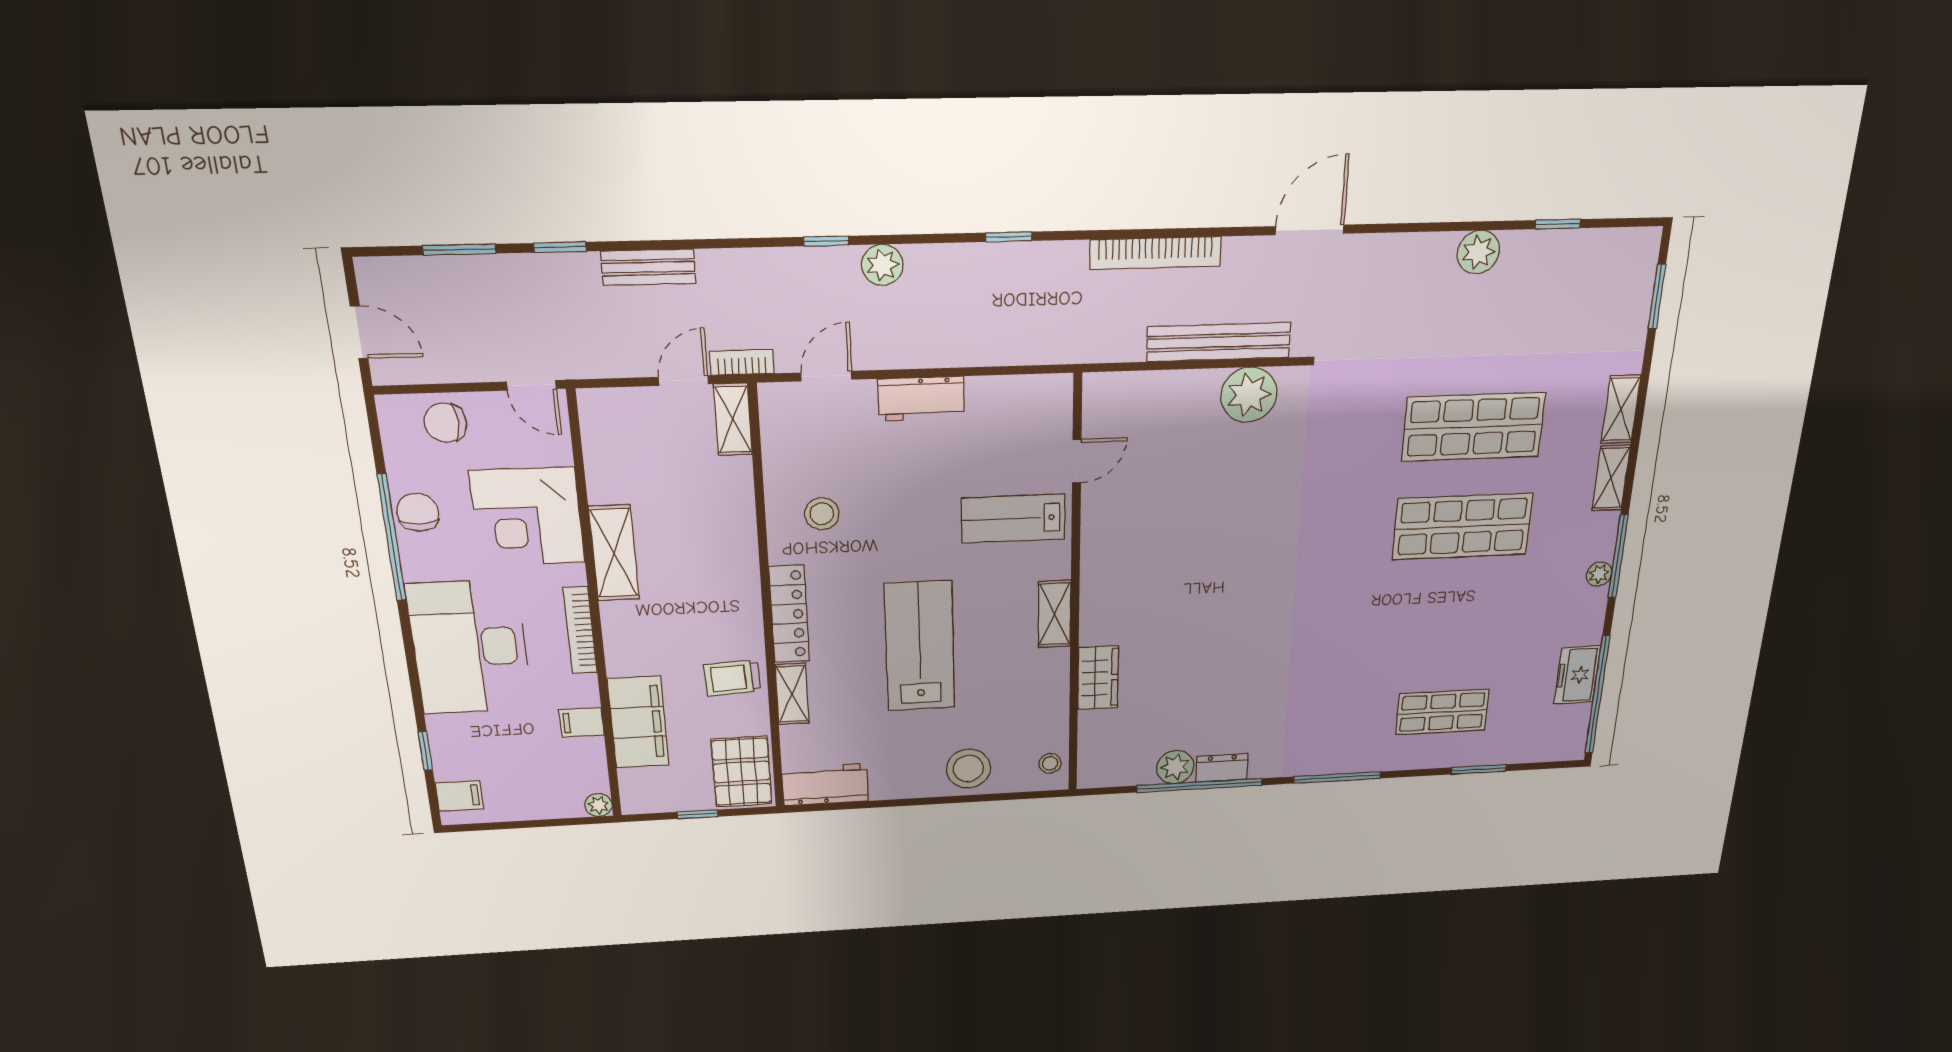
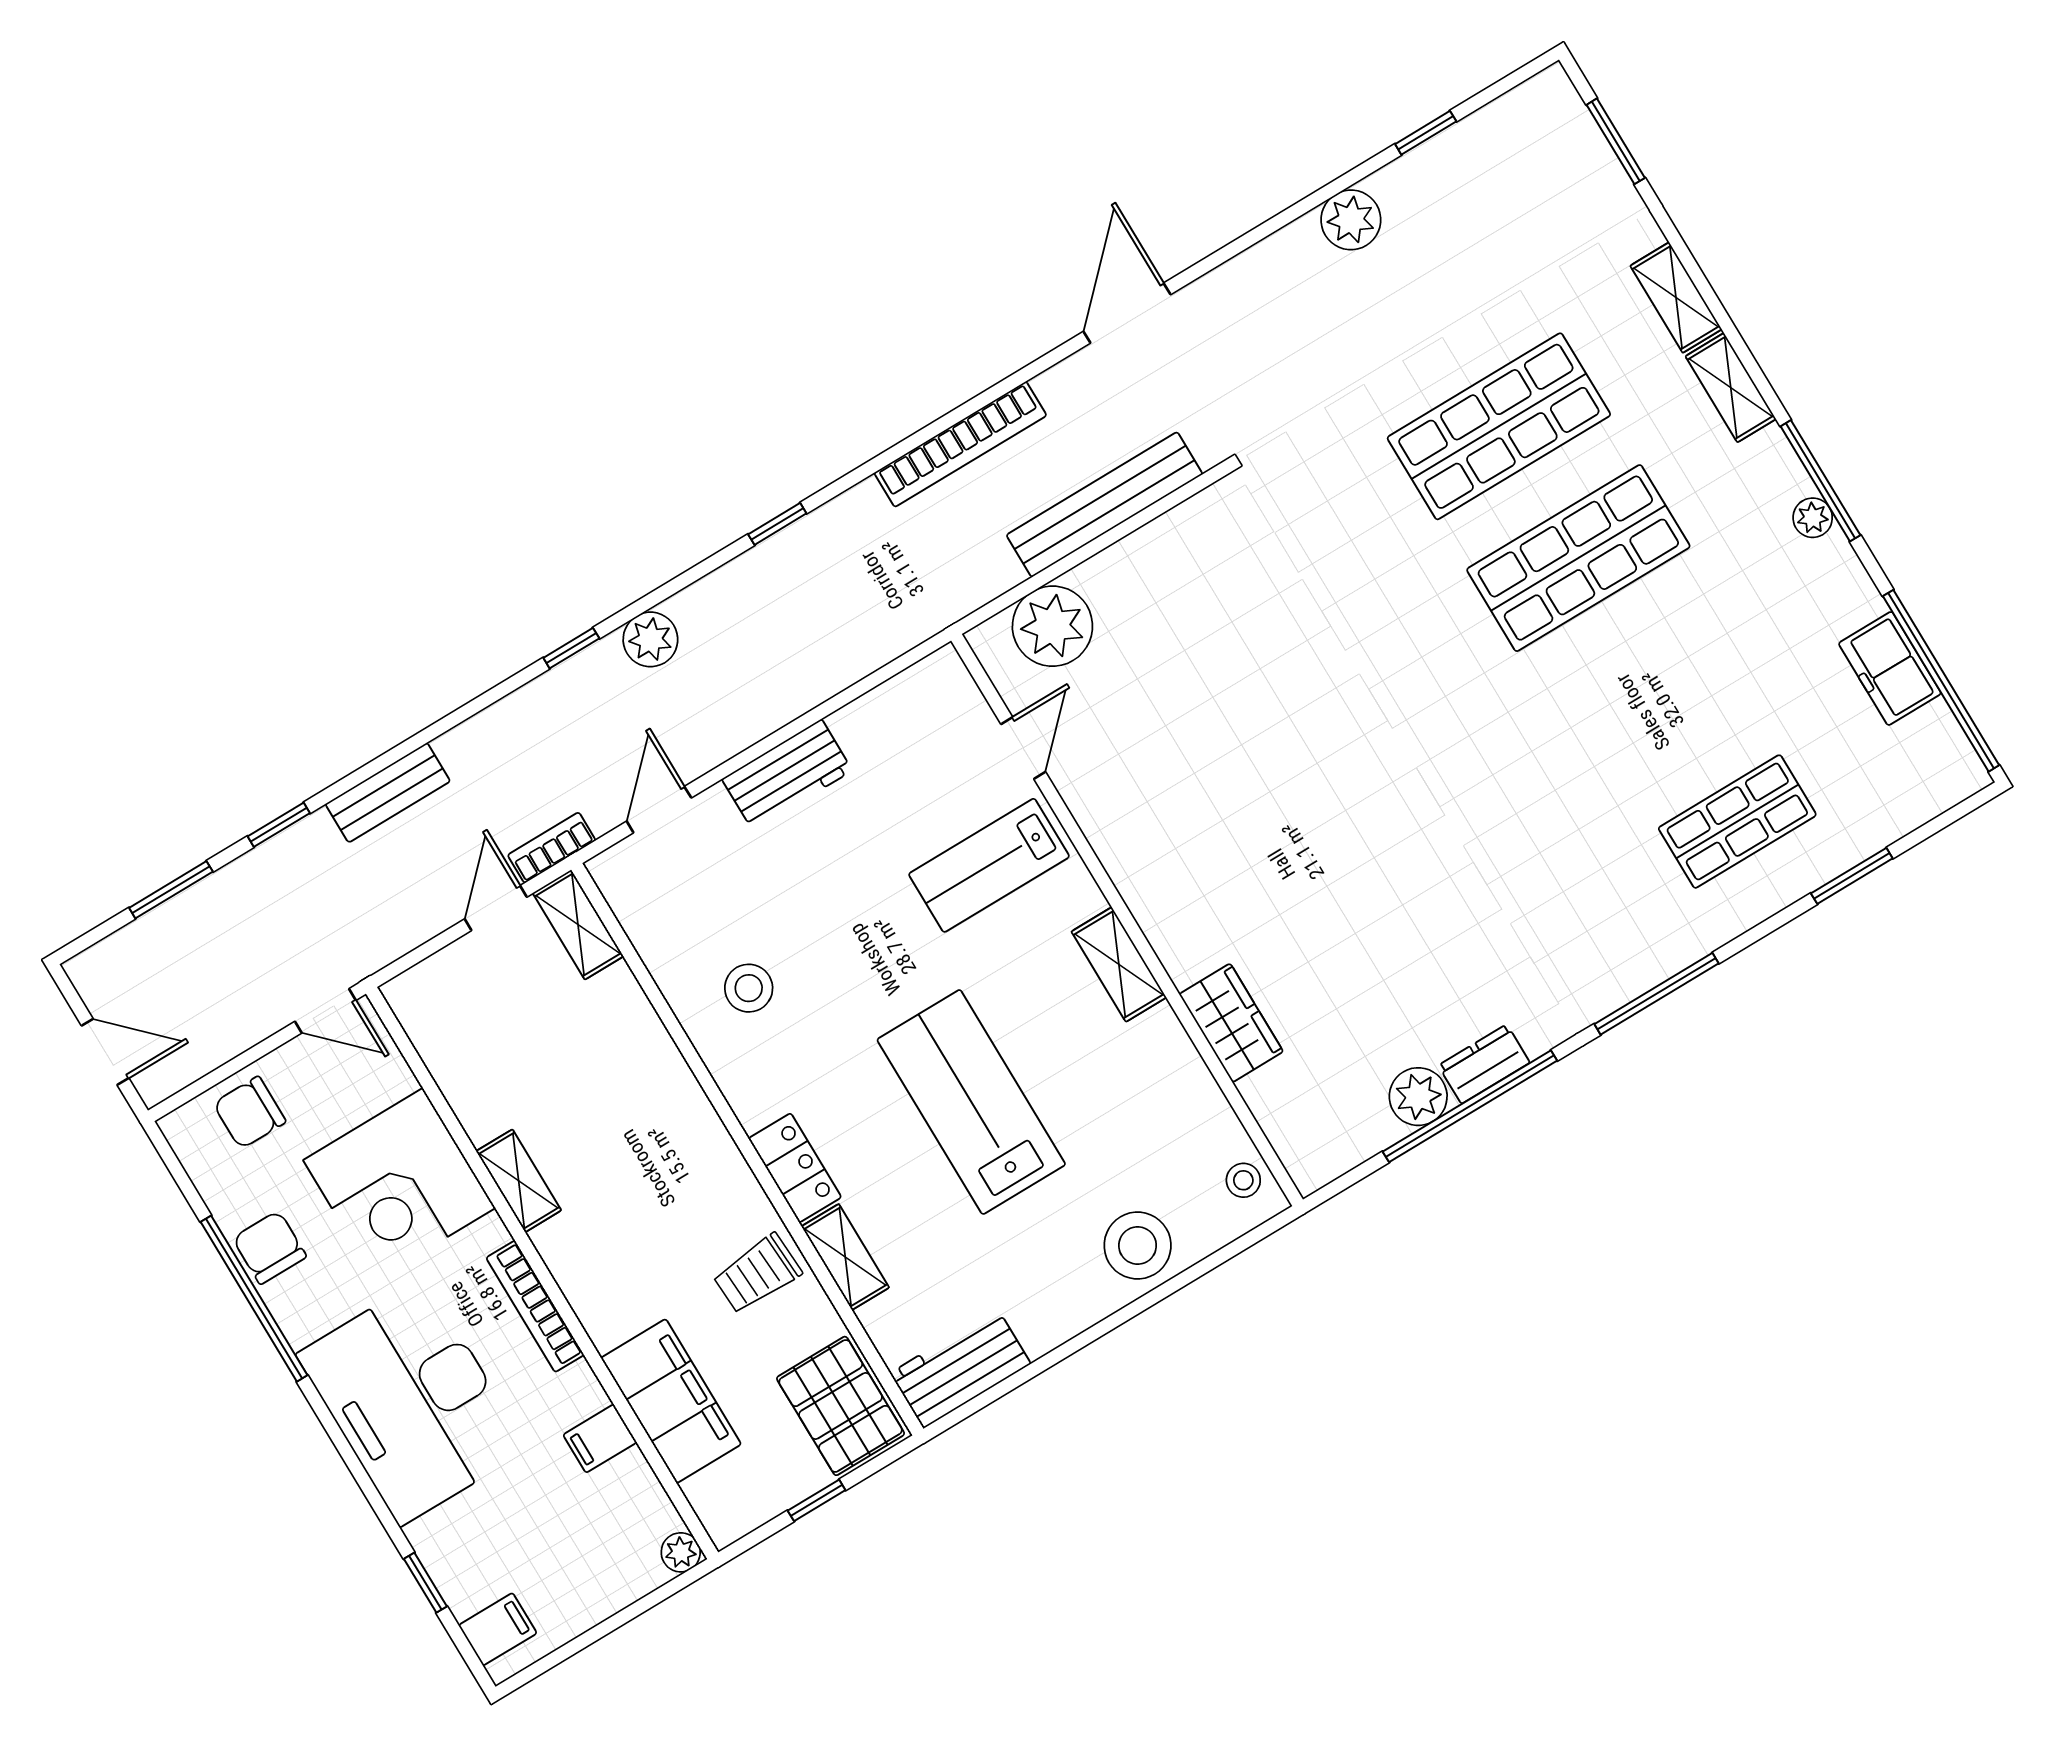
plant: (1249, 395) -> (1052, 626), moved
shelving: (614, 553) -> (519, 1181), width x0.67, depth x0.75
locker: (789, 614) -> (795, 1168), width x0.66

